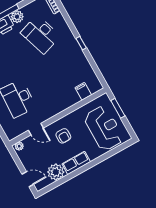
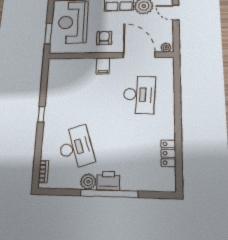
filing cabinet: (83, 91) -> (103, 66), moved
door: (36, 129) -> (139, 55), width x1.87
armchair: (63, 136) -> (104, 38), moved

